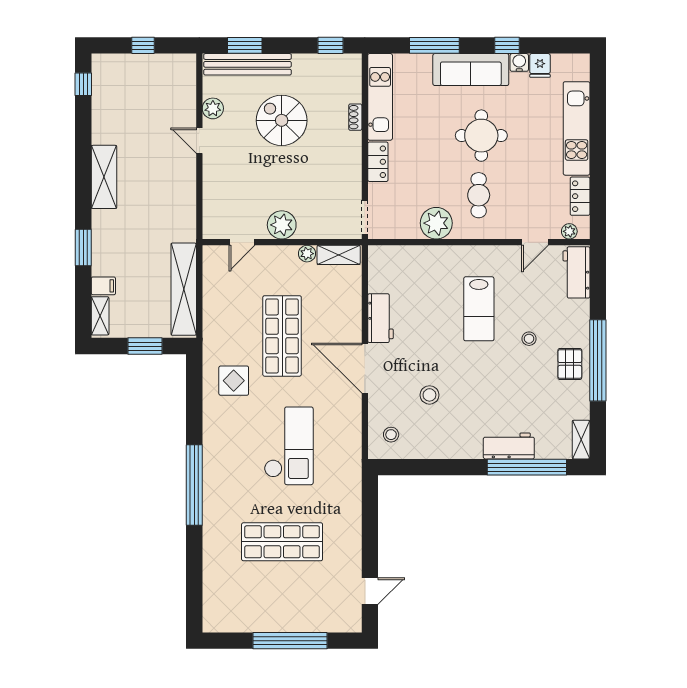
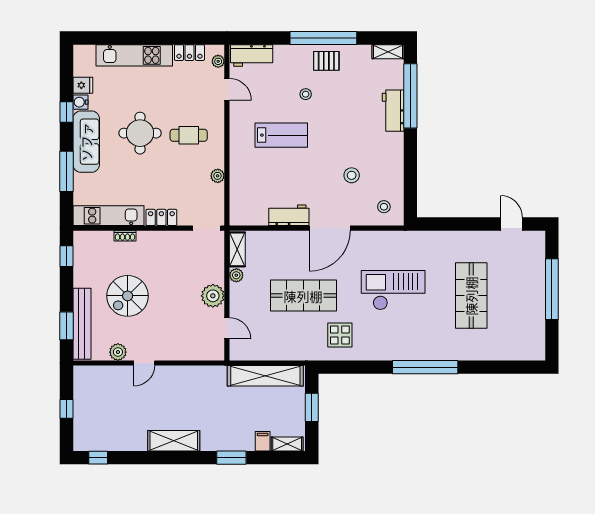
plant: (436, 223) -> (218, 176), width x0.53, depth x0.53

